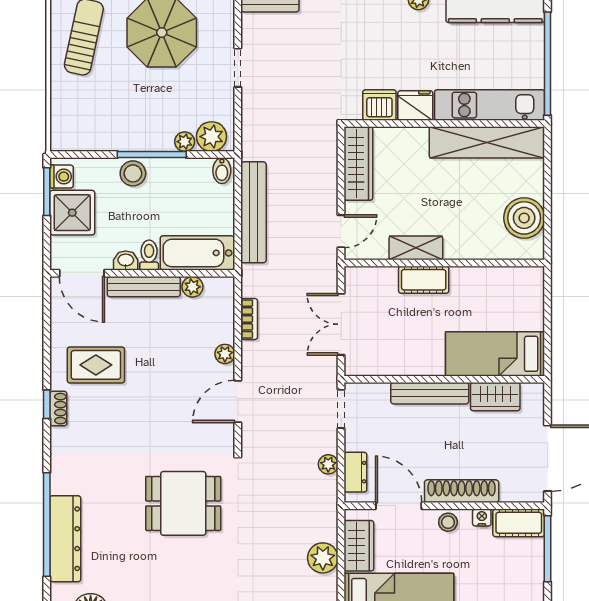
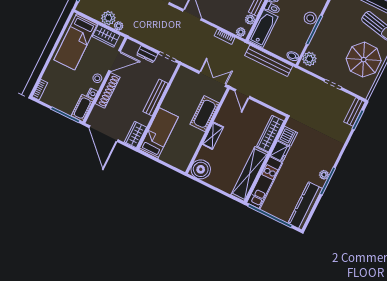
plant: (185, 142) -> (313, 47), removed
wardrobe: (358, 163) -> (270, 134), moved, turned 90
boiler: (524, 218) -> (201, 169), moved
shelving: (416, 248) -> (213, 136), moved
cot: (424, 280) -> (205, 114), width x1.37, depth x1.34
double door: (341, 324) -> (212, 79), moved
plant: (225, 354) -> (241, 32), moved
wardrobe: (495, 397) -> (135, 135), moved
plant: (328, 464) -> (119, 26), moved
dresser: (355, 472) -> (147, 54), moved

